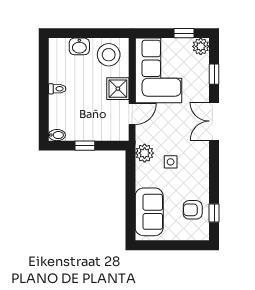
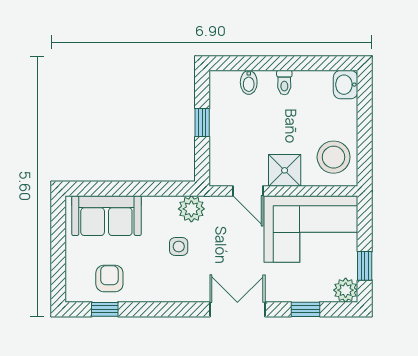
washbasin: (79, 46) -> (346, 85), moved
bidet: (57, 135) -> (249, 82), moved

